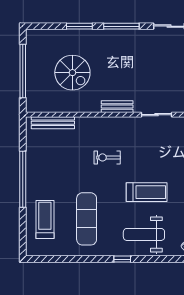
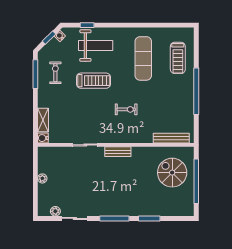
spiral stairs: (72, 73) -> (172, 173), moved
treadmill: (147, 192) -> (93, 81), turned 180
window: (122, 259) -> (87, 25), moved

